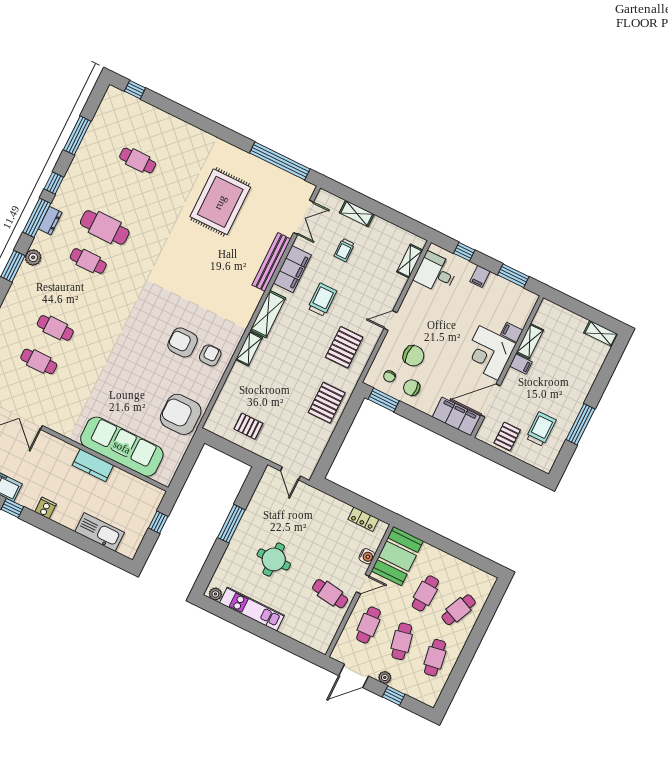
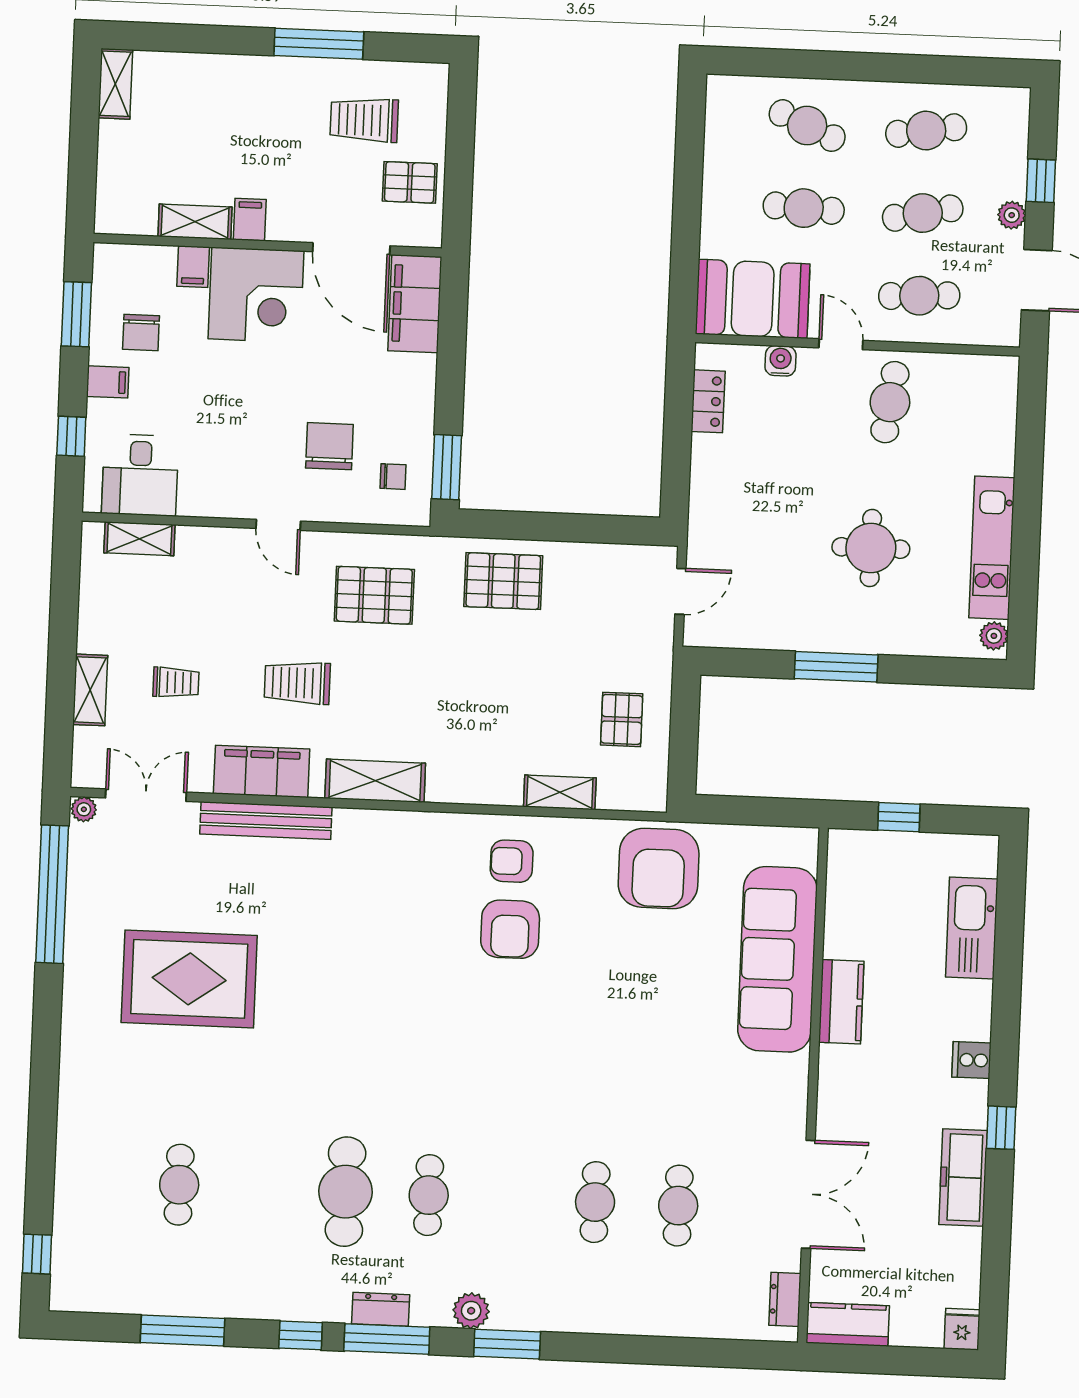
plant: (309, 189) -> (84, 809), added
shelving: (249, 349) -> (560, 792), moved
chair: (412, 388) -> (141, 332), moved

